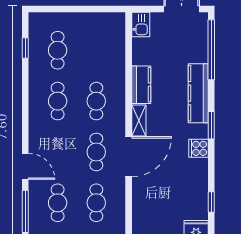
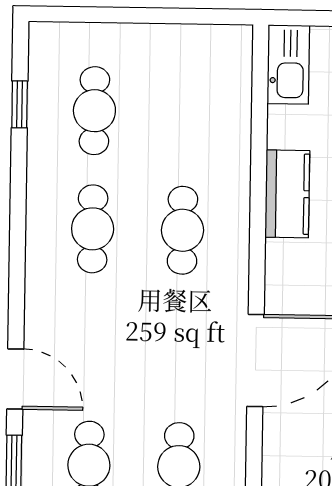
kitchen sink: (141, 24) -> (288, 65), width x1.38
shelving: (139, 121) -> (281, 277), removed
cafe table: (96, 152) -> (181, 348), removed

